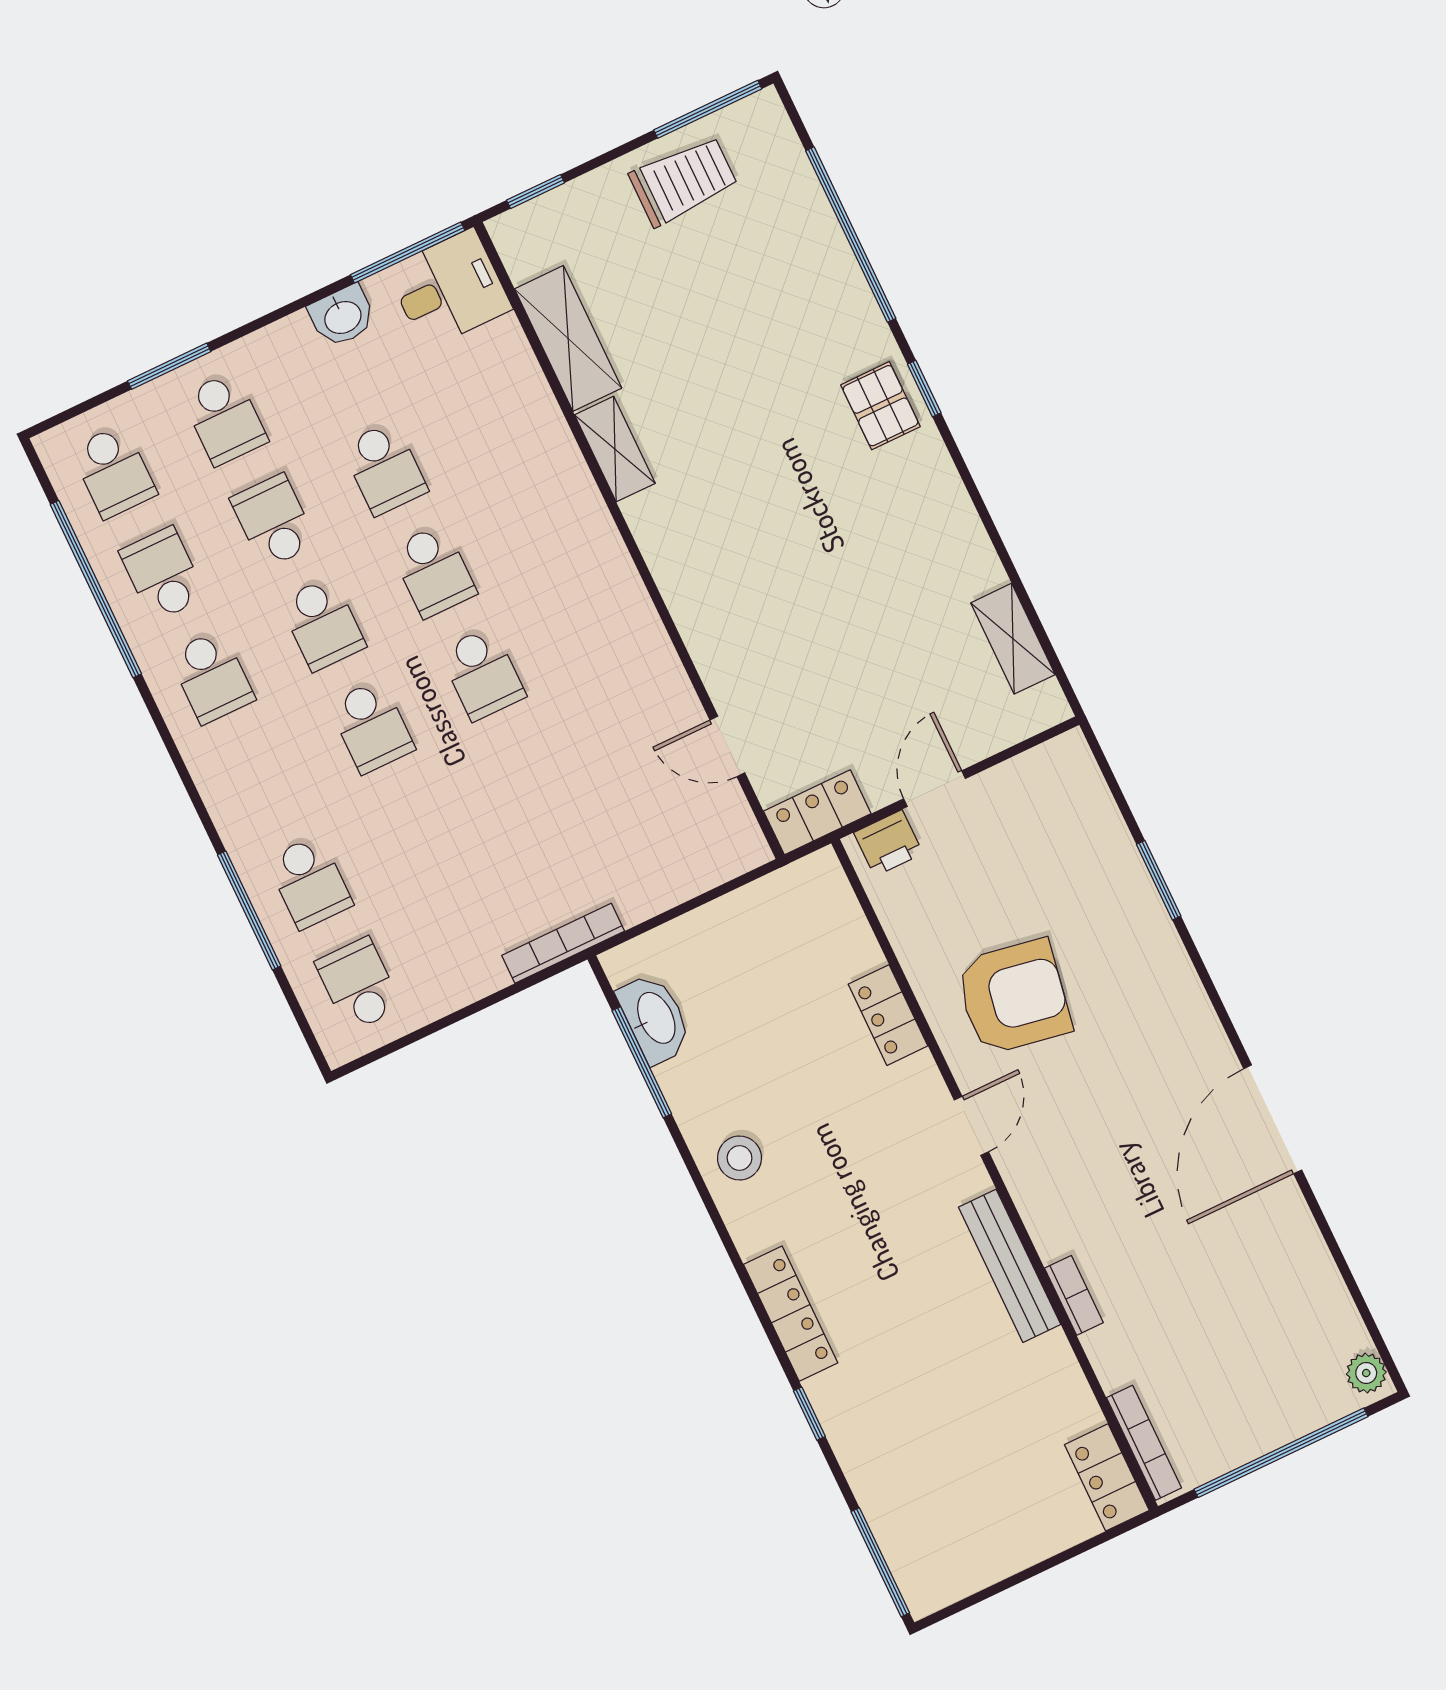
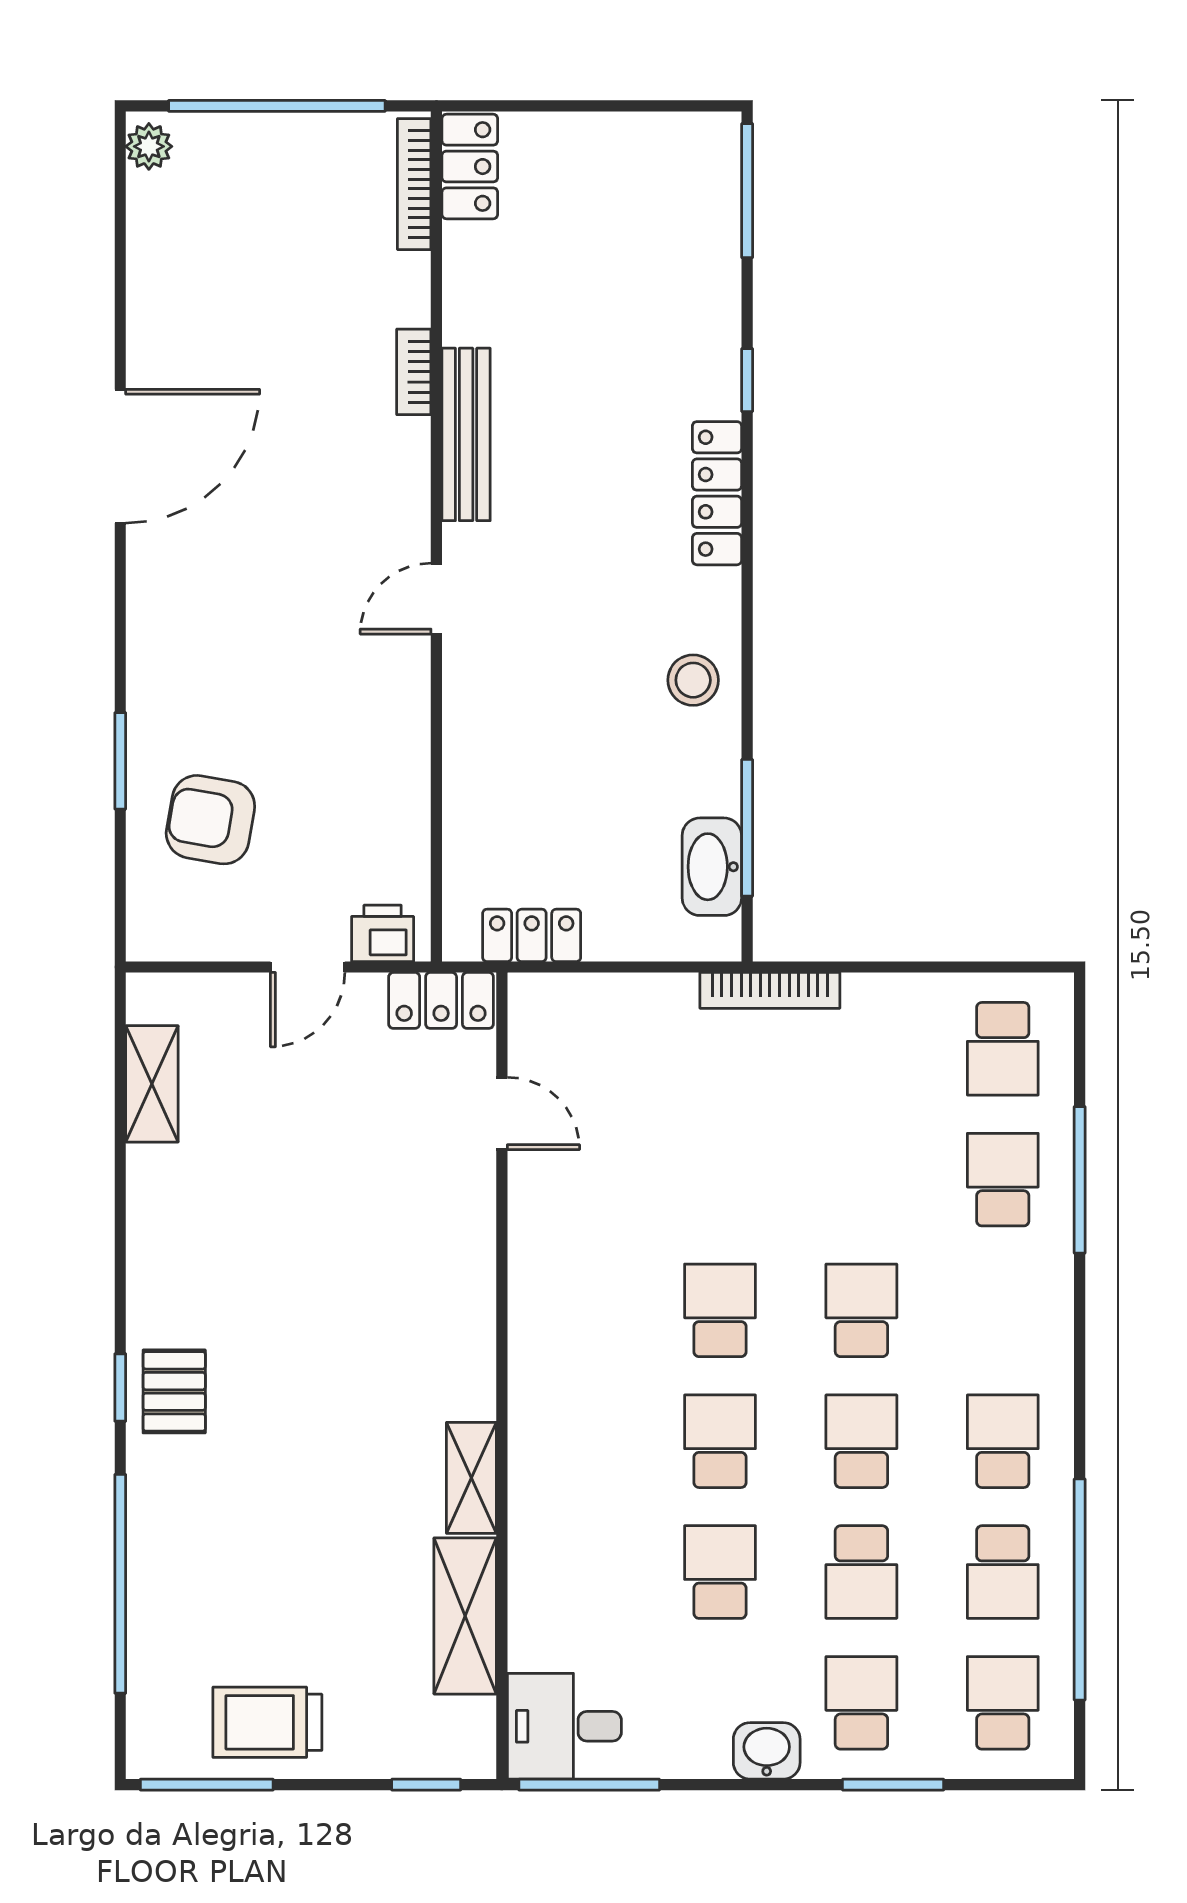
washbasin: (342, 316) -> (767, 1751), moved
armchair: (1014, 997) -> (210, 820), moved, width x0.73, depth x0.73
locker: (888, 1015) -> (532, 935), moved, turned -90

